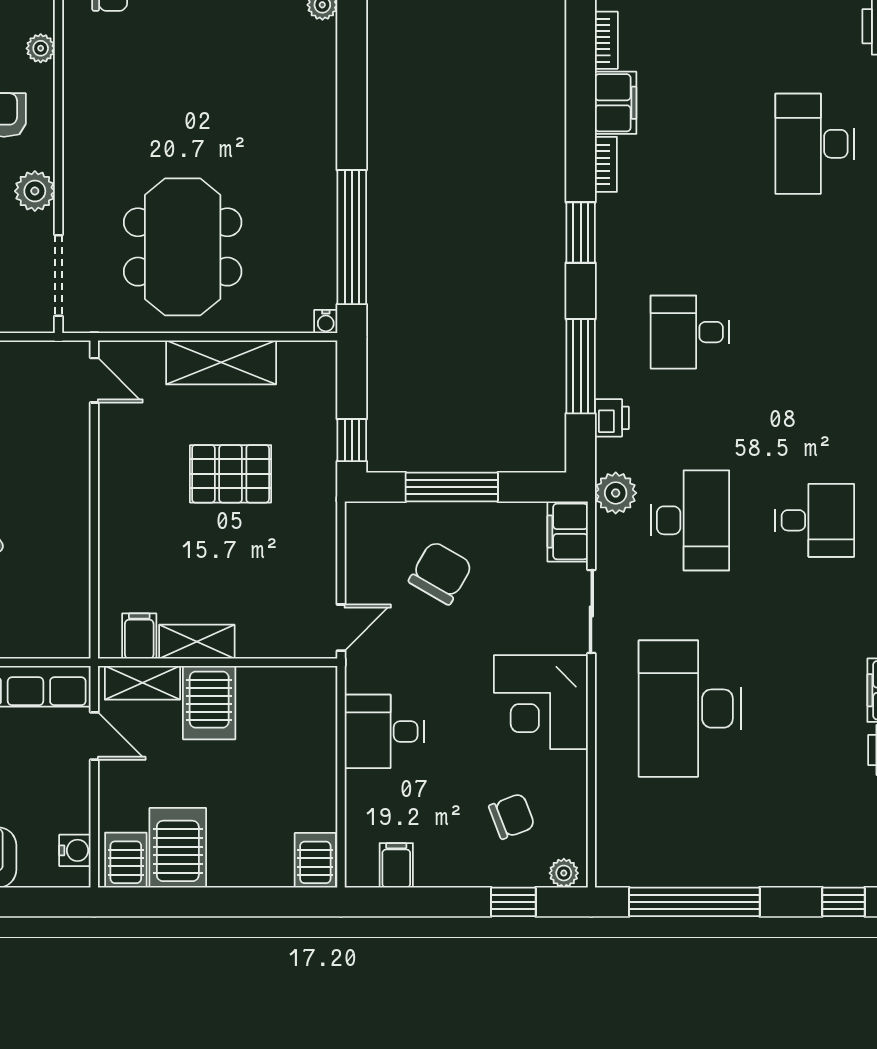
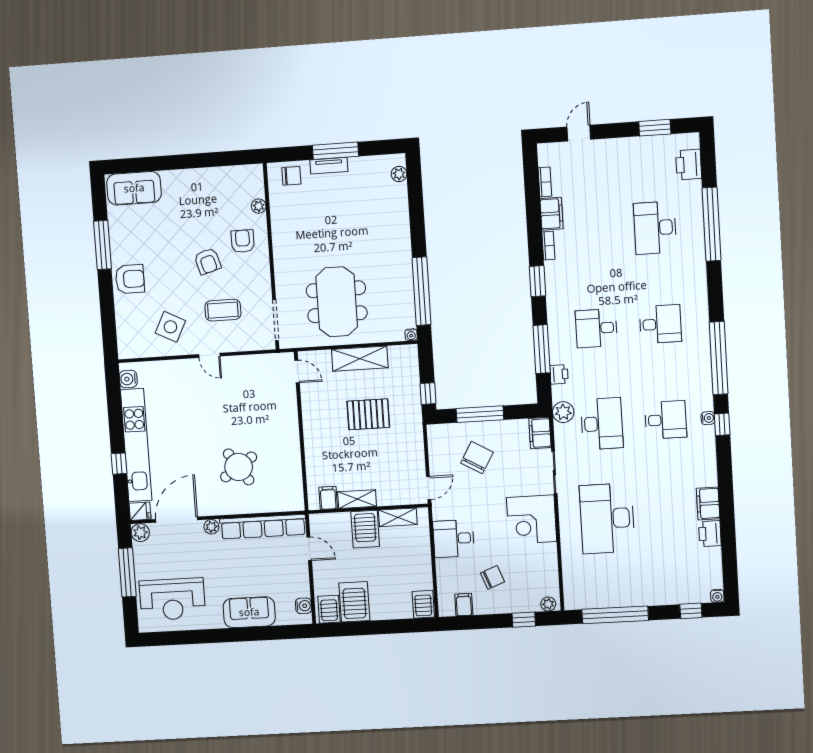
plant: (35, 191) -> (261, 278), removed
desk: (815, 332) -> (660, 324), added
shelving: (142, 683) -> (398, 517), moved
chair: (512, 816) -> (493, 577), moved

